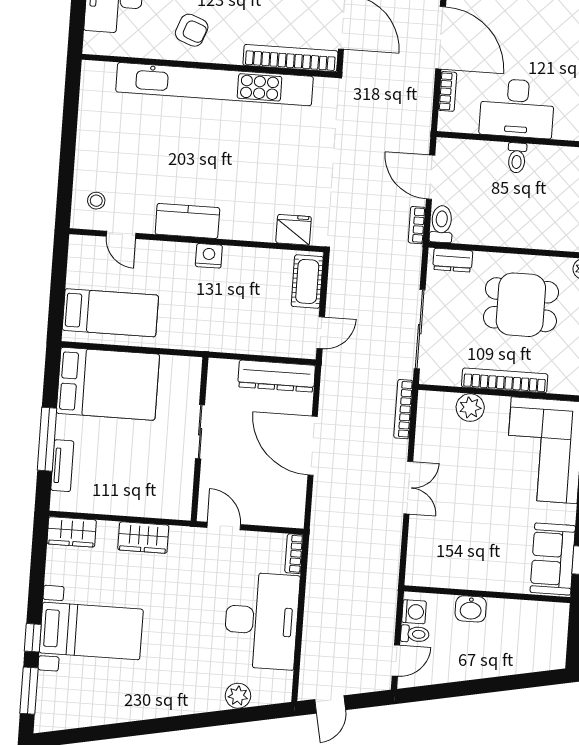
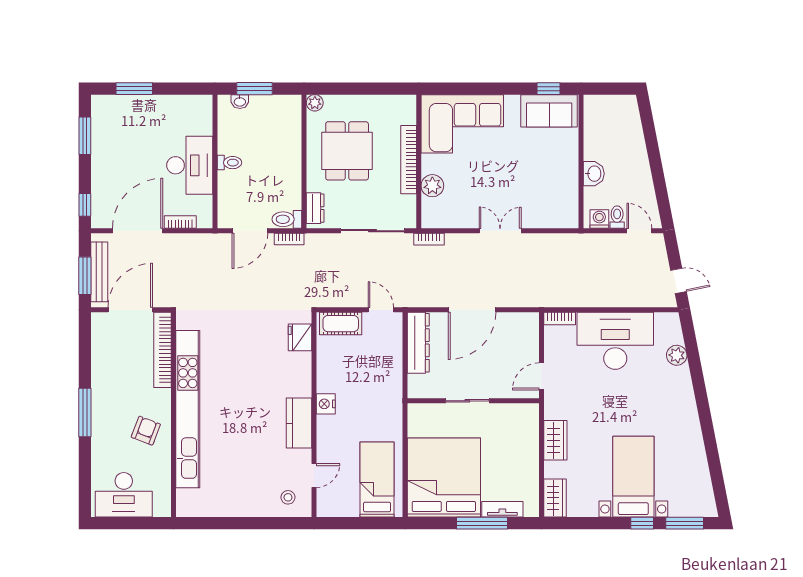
bed: (108, 384) -> (444, 477), width x1.36
bookcase: (403, 409) -> (429, 239), width x0.64

